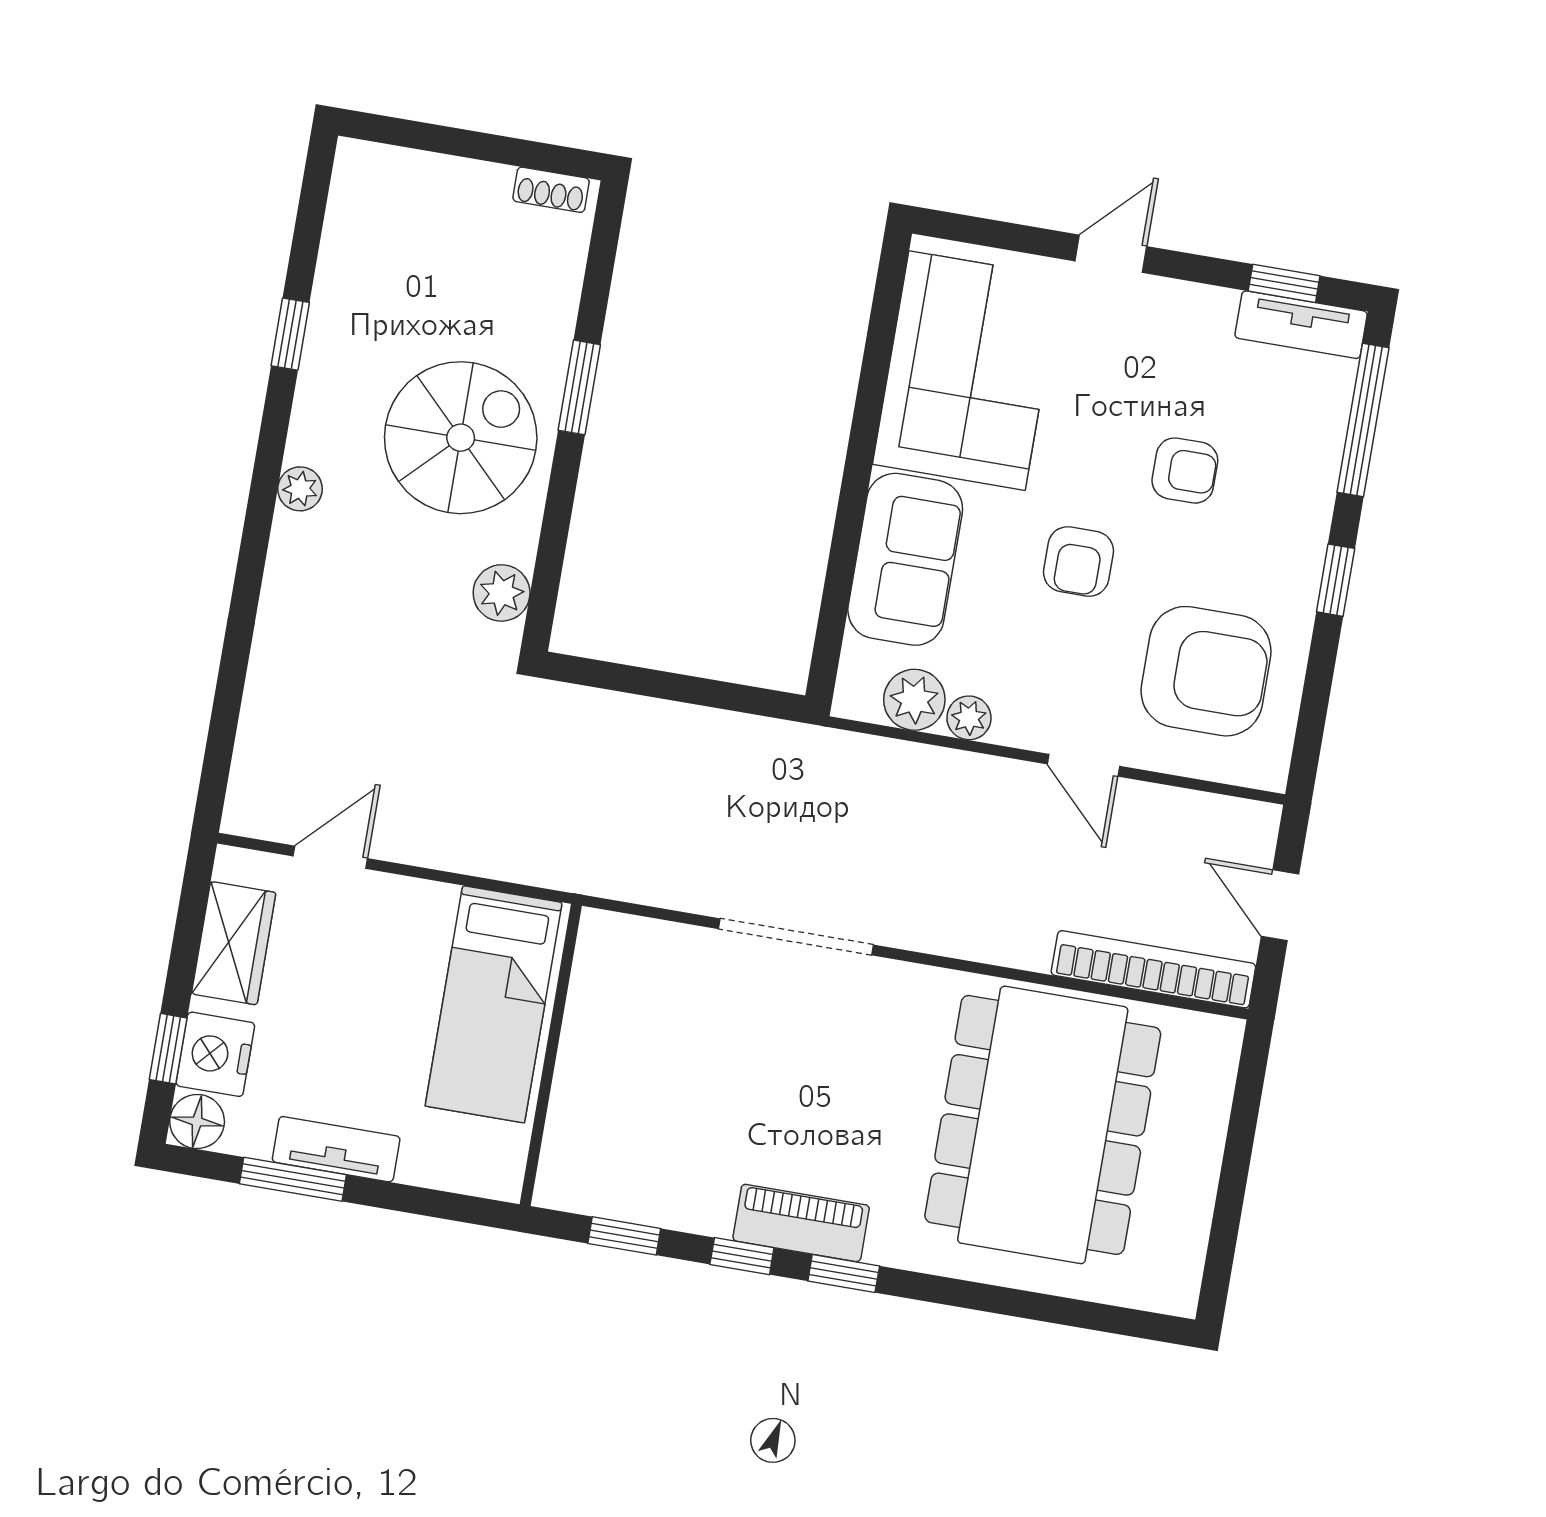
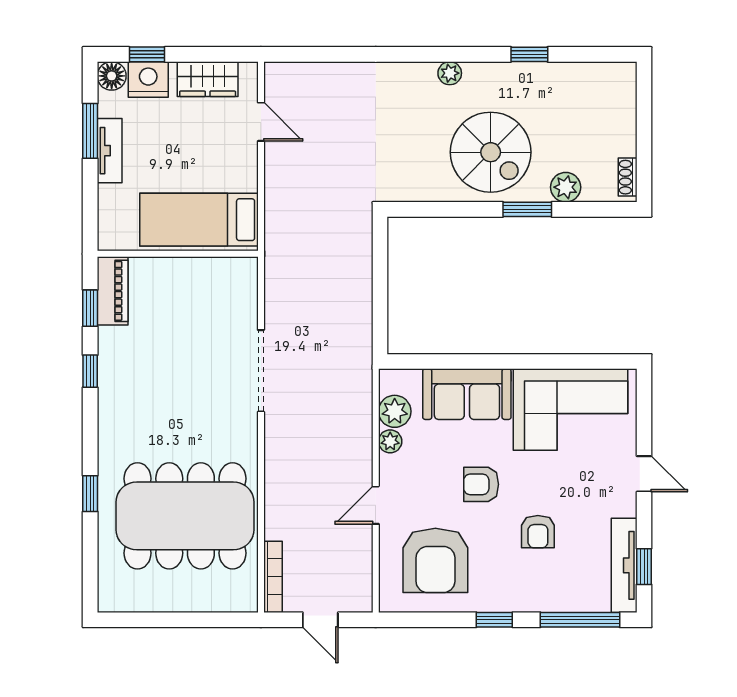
tv unit: (1301, 325) -> (624, 565), width x1.41
plant: (502, 593) -> (566, 187), moved
door: (1280, 905) -> (320, 620), swing flipped
bookcase: (1153, 969) -> (273, 577), width x0.68, depth x0.76
piano: (801, 1223) -> (113, 291), moved
window: (844, 1273) -> (90, 494), moved

